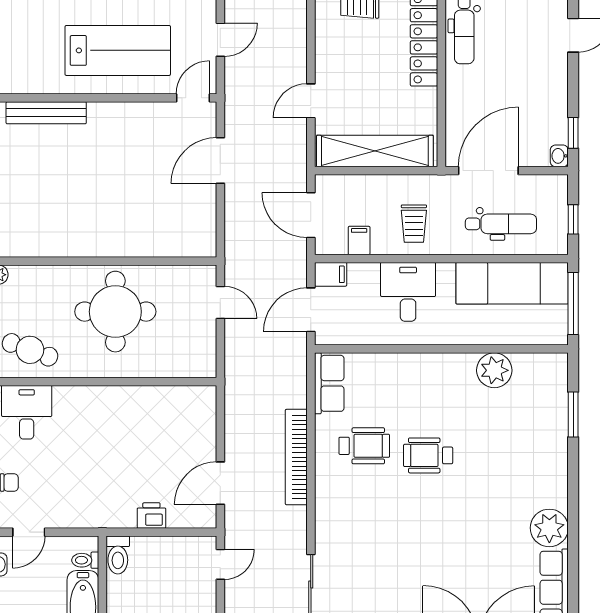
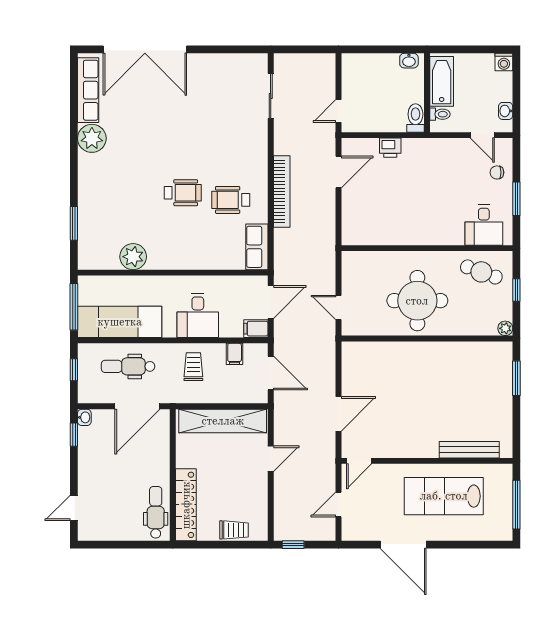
lab bench: (118, 50) -> (444, 496), moved
door: (29, 532) -> (482, 135), swing flipped

